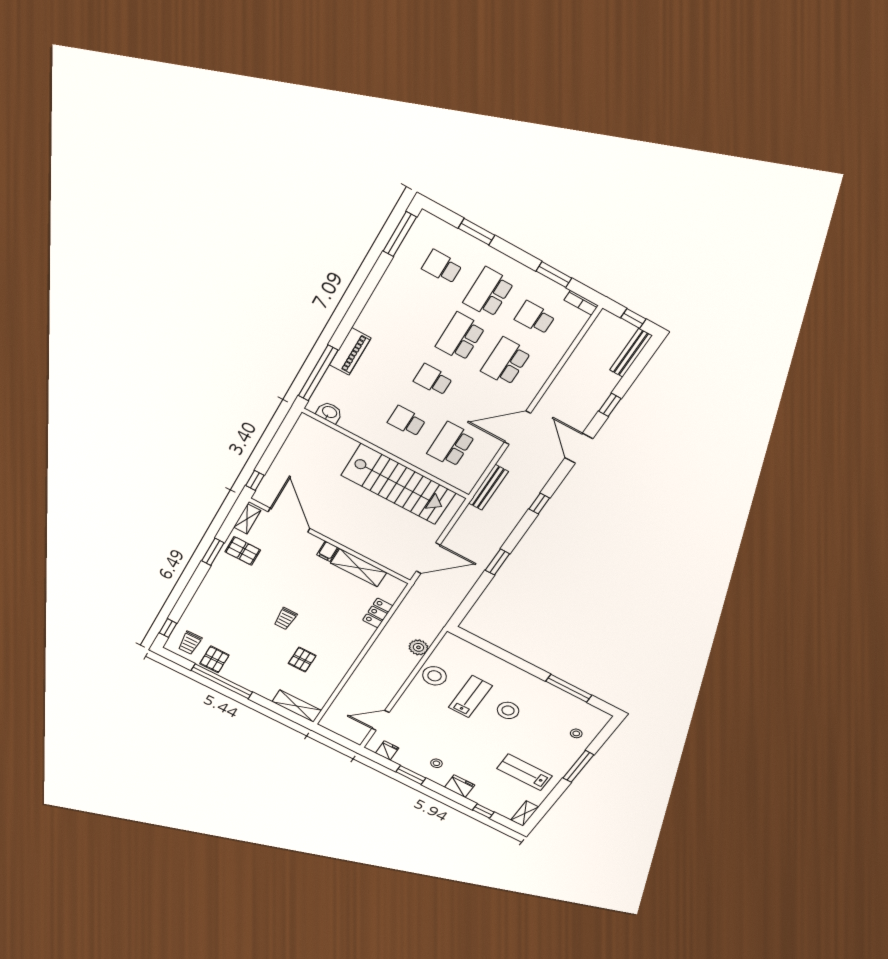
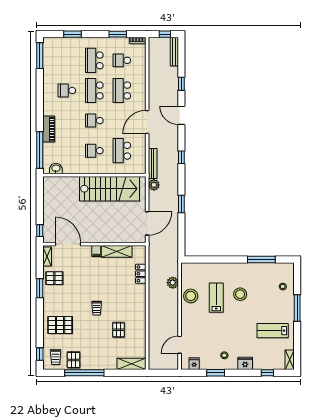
school desk: (442, 267) -> (67, 90), moved
plant: (471, 516) -> (154, 185), added
pallet: (218, 610) -> (60, 325), added

